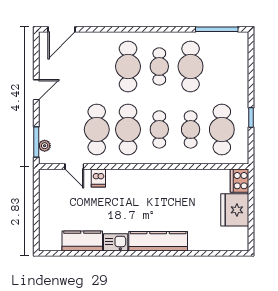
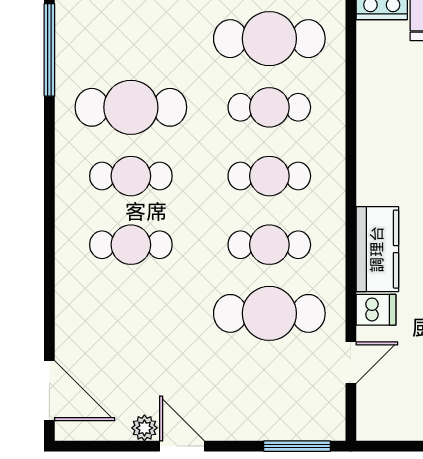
cafe table: (128, 66) -> (131, 245), width x0.73, depth x0.74
cafe table: (128, 129) -> (269, 245), width x0.73, depth x0.74
plant: (45, 146) -> (144, 428), moved
kitchen counter: (126, 179) -> (377, 249), added

